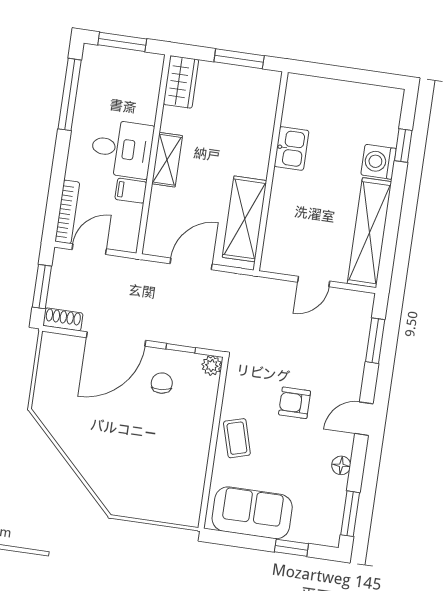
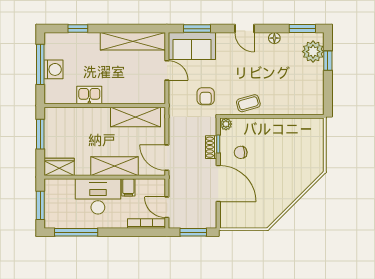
window: (353, 75) -> (40, 64), added
desk: (122, 149) -> (98, 196), width x1.37
shelving: (167, 160) -> (115, 166), width x1.50, depth x1.33
washing machine: (379, 162) -> (54, 69), moved, turned -90
door: (191, 264) -> (167, 158), moved
shoe rack: (63, 319) -> (211, 147), moved
armchair: (295, 403) -> (206, 96), moved
coffee table: (237, 438) -> (248, 103), moved
sofa: (252, 513) -> (192, 46), moved, turned -90
plant: (310, 526) -> (313, 52), added

